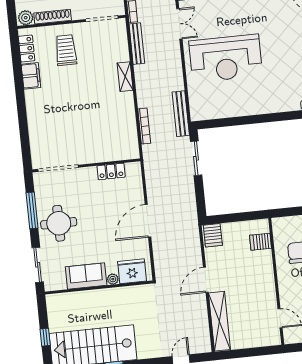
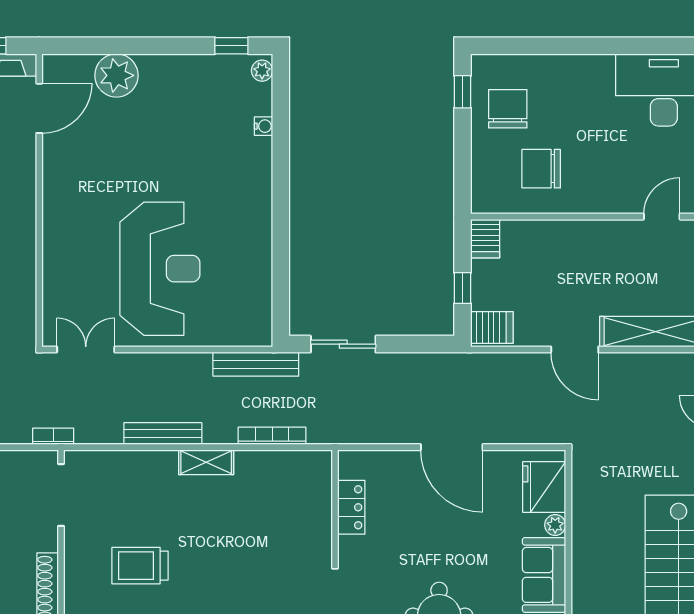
bench: (137, 44) -> (163, 434), moved
trolley: (66, 50) -> (140, 566), moved
shelving: (125, 77) -> (206, 462), moved
window: (232, 218) -> (463, 288), added
server rack: (261, 242) -> (485, 239), moved

